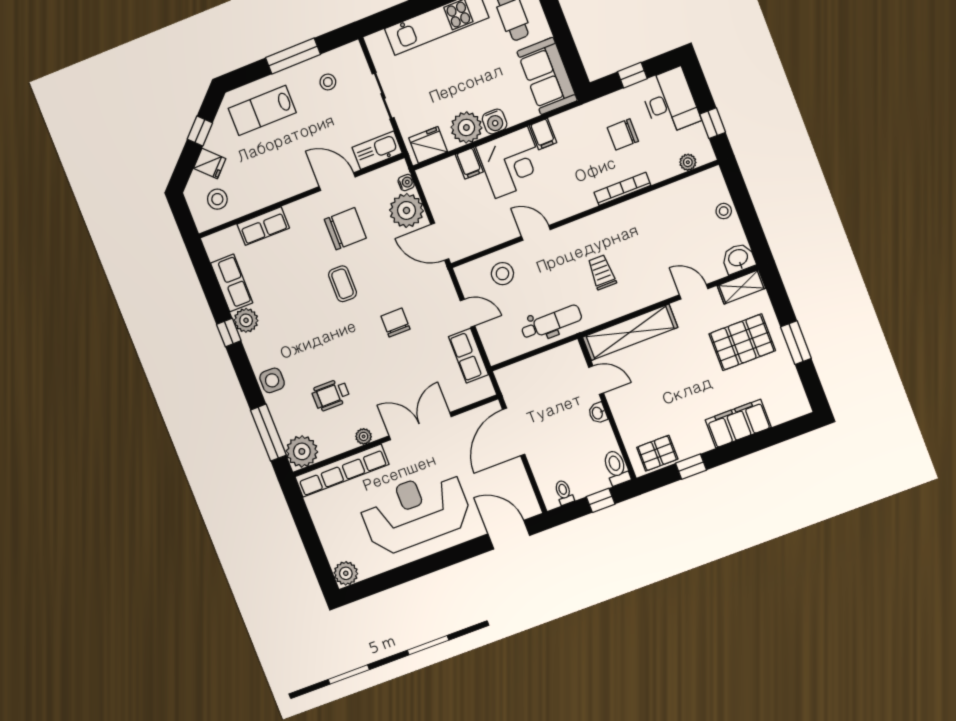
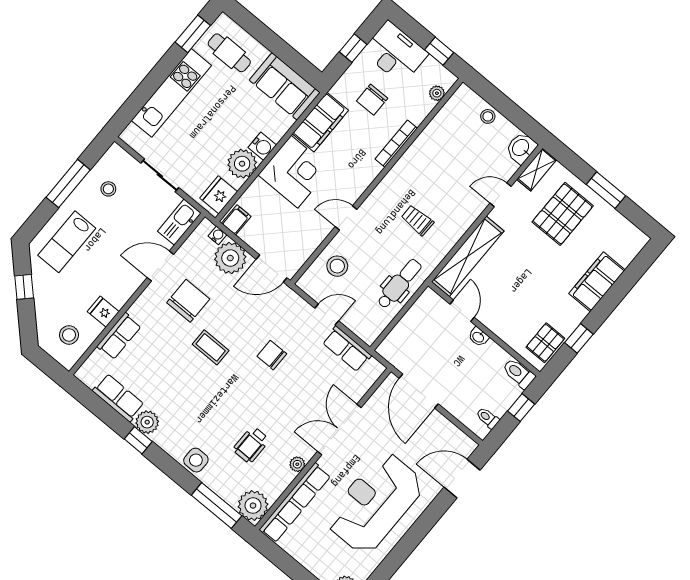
filing cabinet: (543, 134) -> (320, 122), width x3.00, depth x1.17
fridge: (210, 163) -> (103, 312), moved, turned -135
filing cabinet: (469, 163) -> (236, 220), moved, turned -90
door: (596, 380) -> (462, 311), hinge flipped

